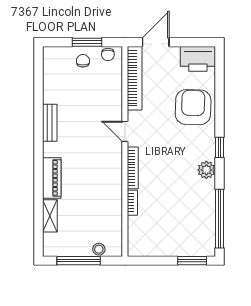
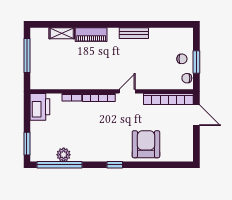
printer: (198, 59) -> (40, 107), moved, turned 180
armchair: (193, 107) -> (146, 144), turned -92
plant: (206, 170) -> (64, 155), moved
stool: (99, 249) -> (36, 71), removed

